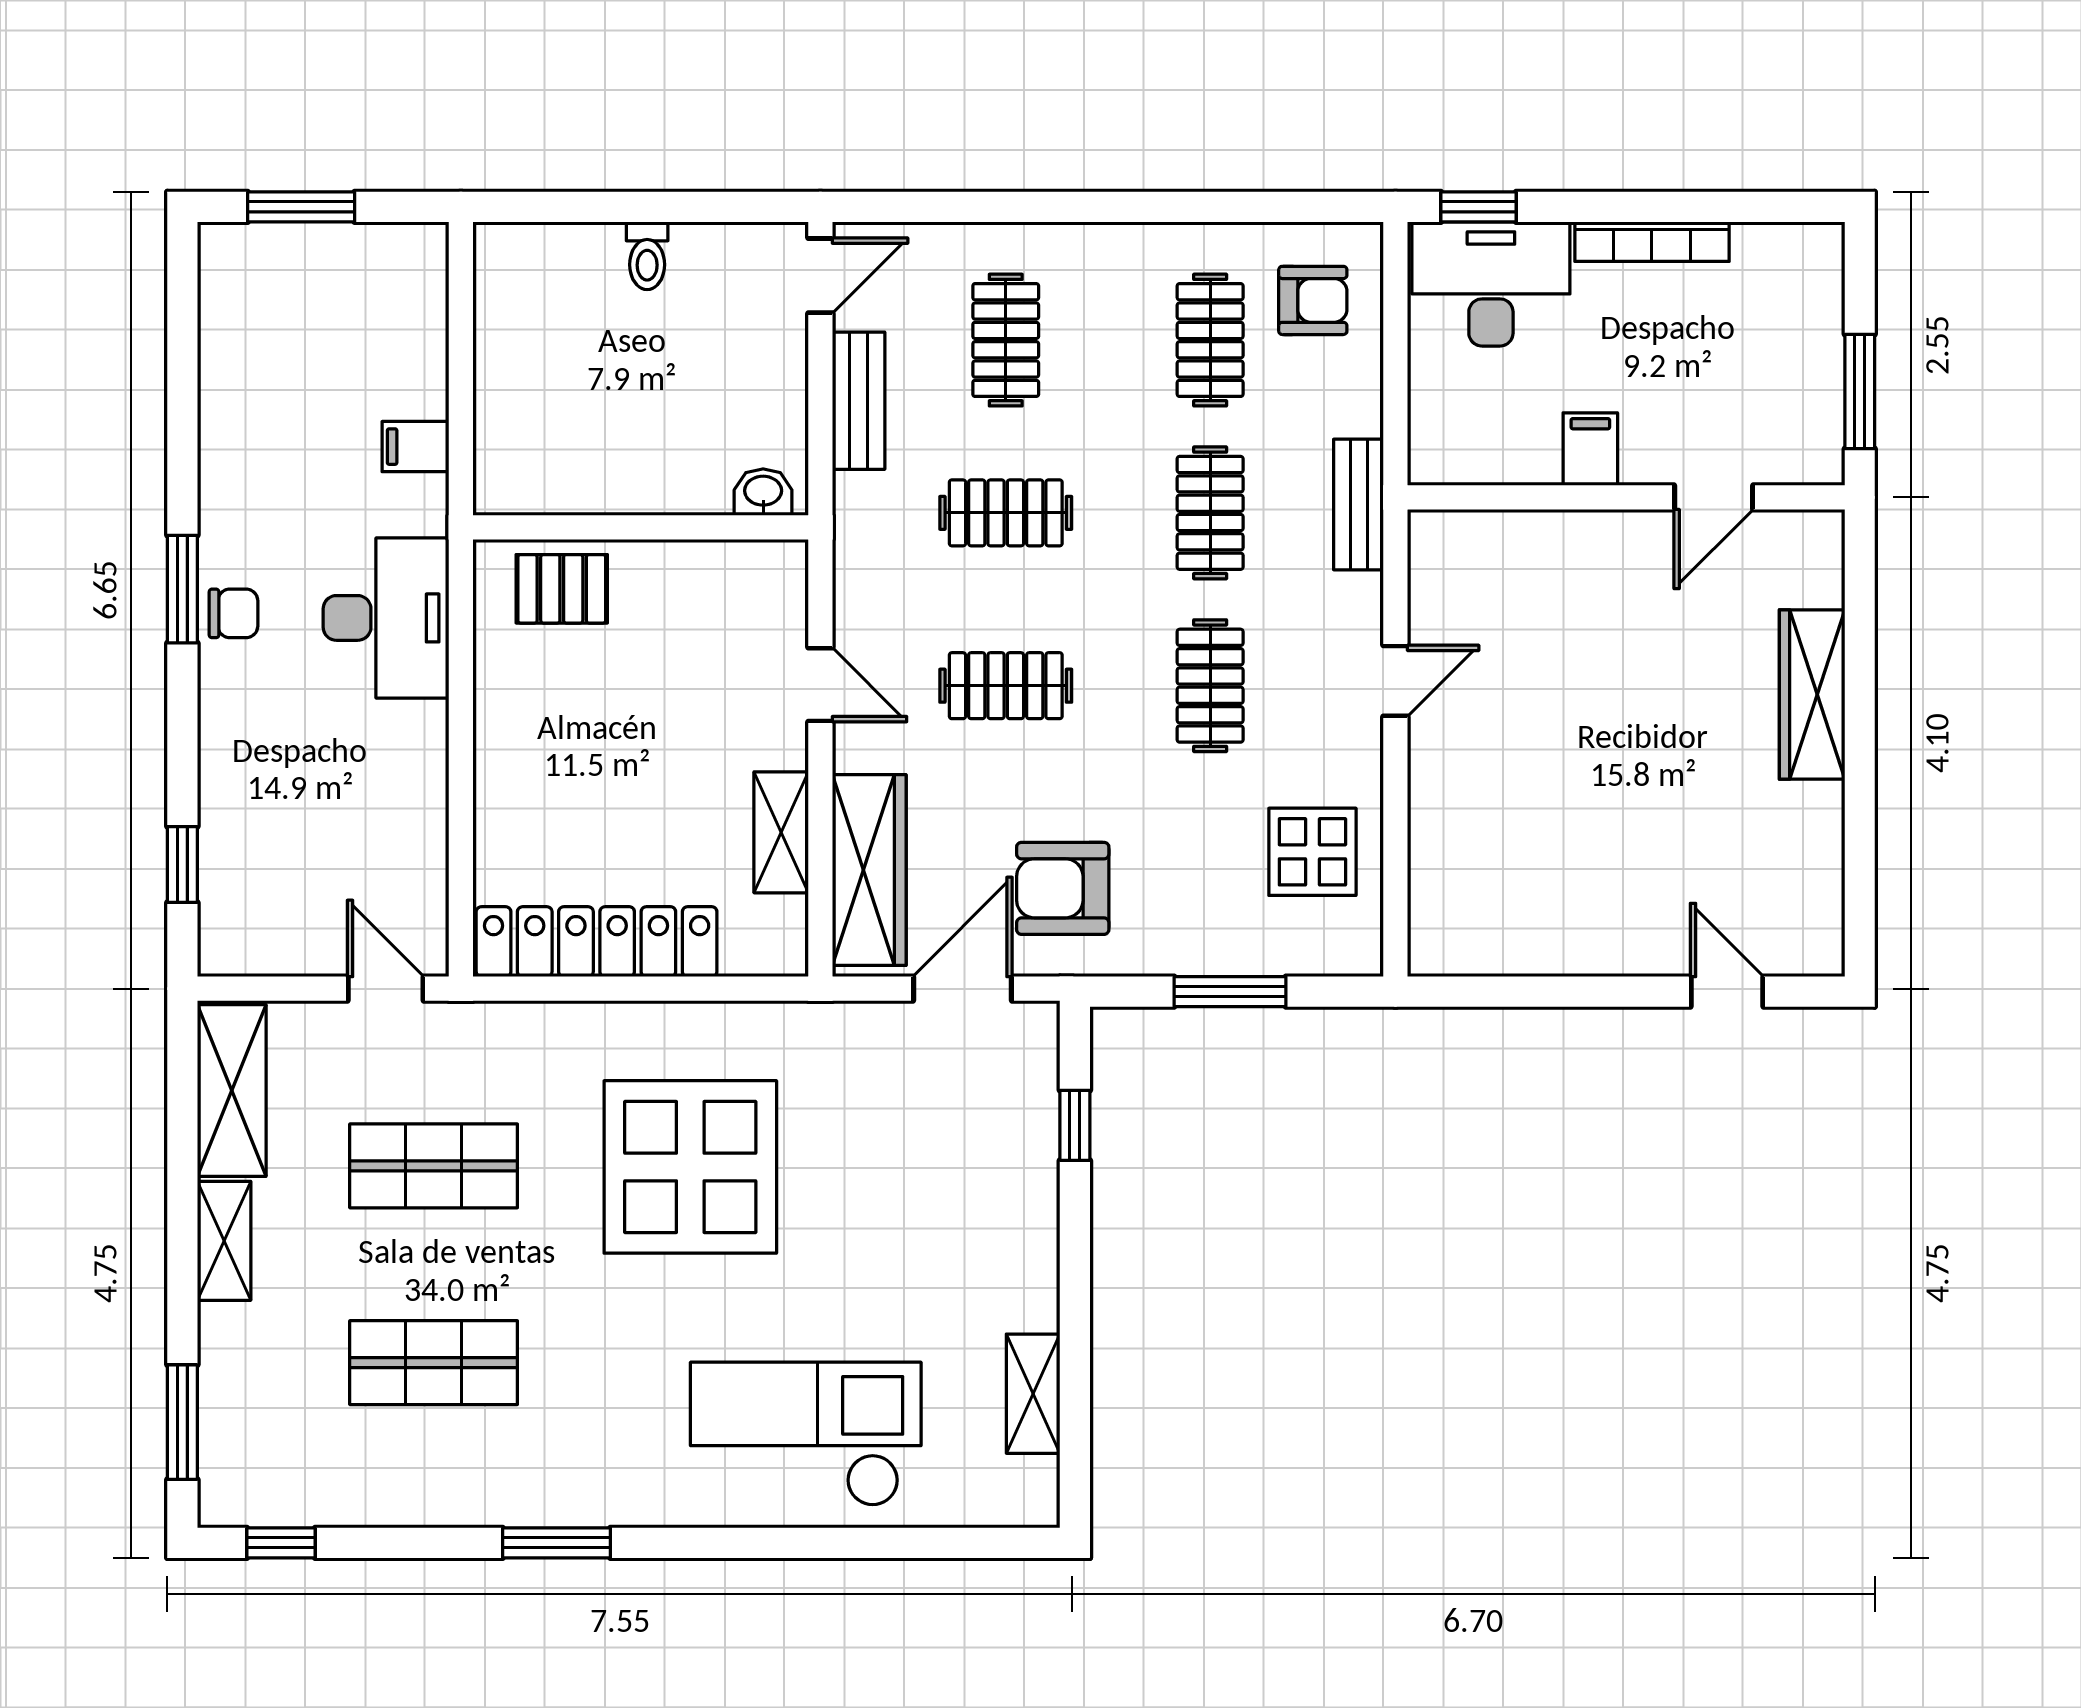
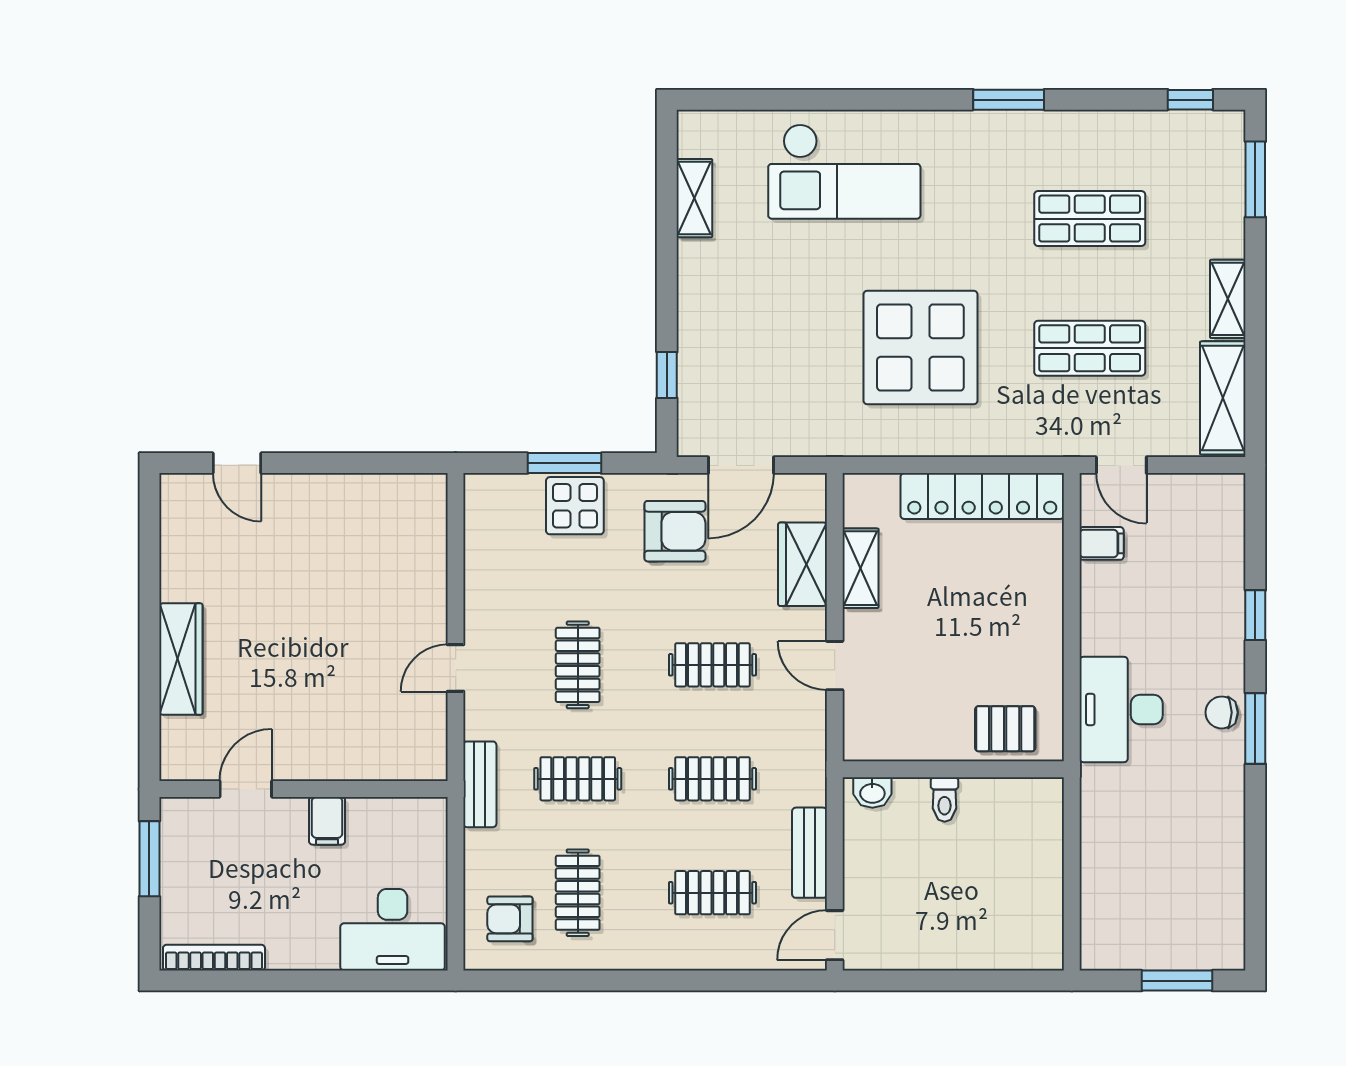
window: (1478, 207) -> (401, 981), removed
bookcase: (1652, 242) -> (214, 958), moved
toilet: (647, 256) -> (945, 799), moved, turned 180
clothes rail: (1006, 340) -> (712, 893), turned 90
filing cabinet: (416, 447) -> (1102, 543), moved
clothes rail: (1210, 513) -> (578, 779), turned 90
display table: (1312, 852) -> (575, 506), moved
window: (182, 864) -> (1255, 615), moved
wardrobe: (869, 870) -> (802, 564), width x0.67

